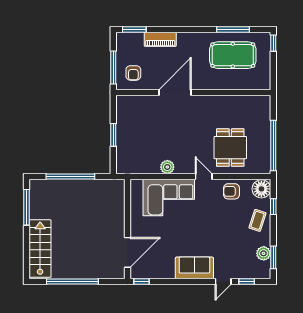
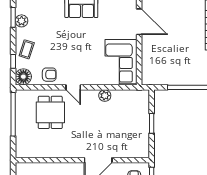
corner sofa: (169, 197) -> (121, 62), moved, turned -90
door: (128, 252) -> (139, 22), swing flipped

